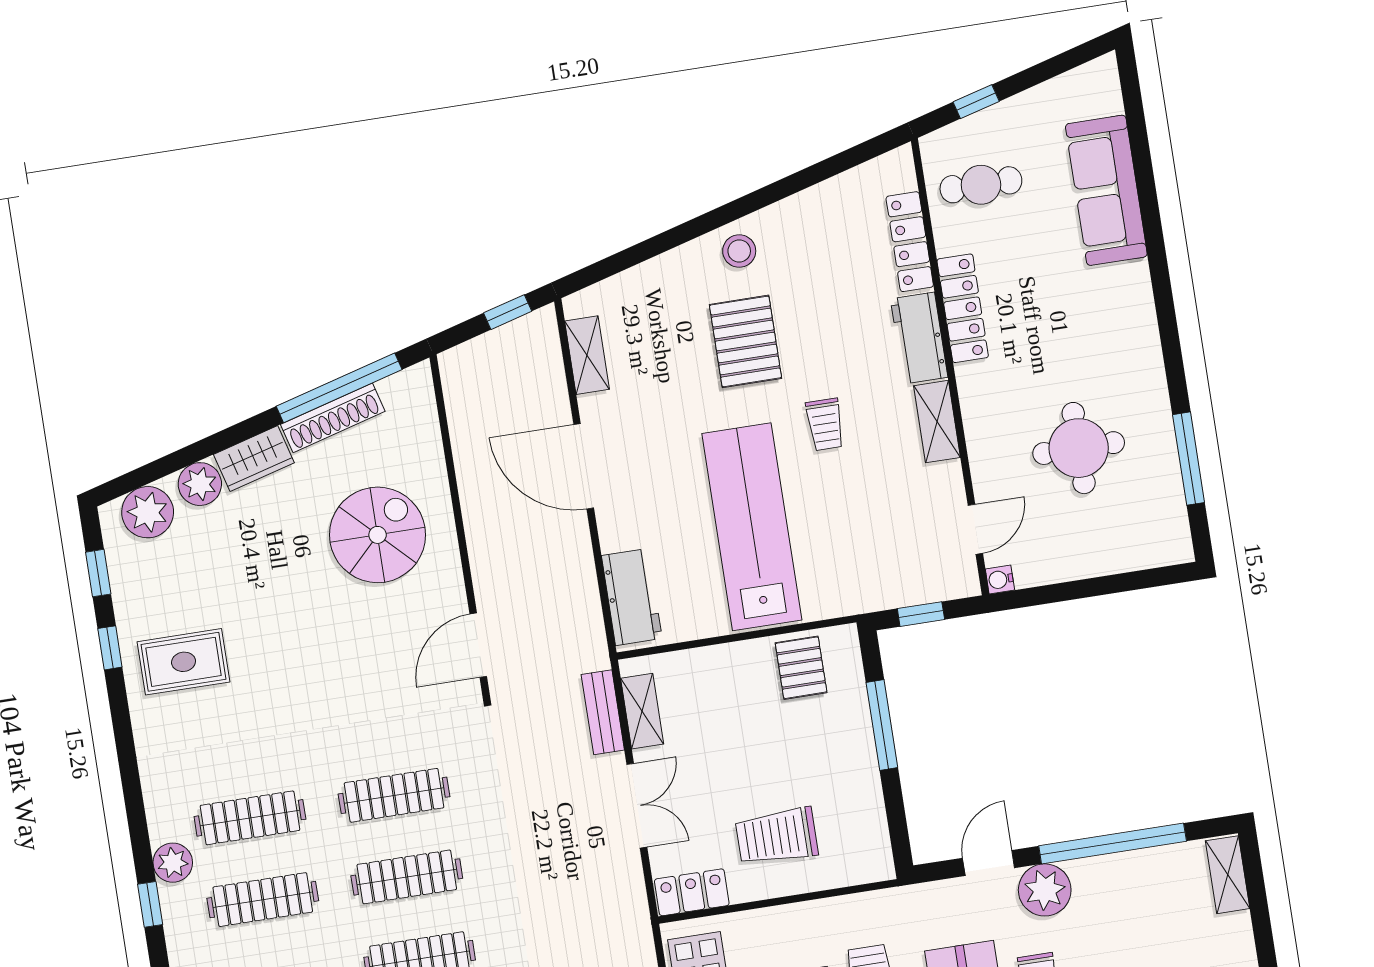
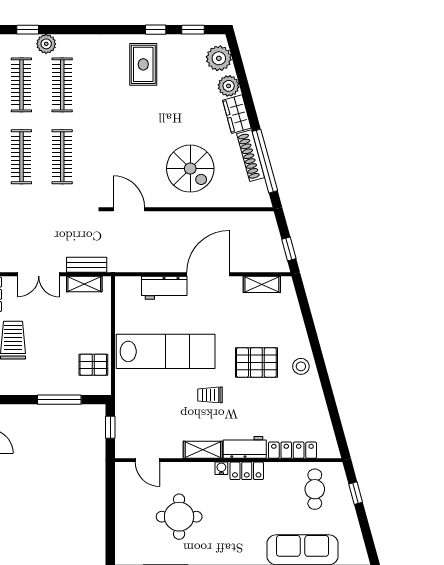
locker: (963, 308) -> (247, 471), width x0.66
water cooler: (1000, 579) -> (221, 468), moved
workbench: (632, 597) -> (164, 288), moved

